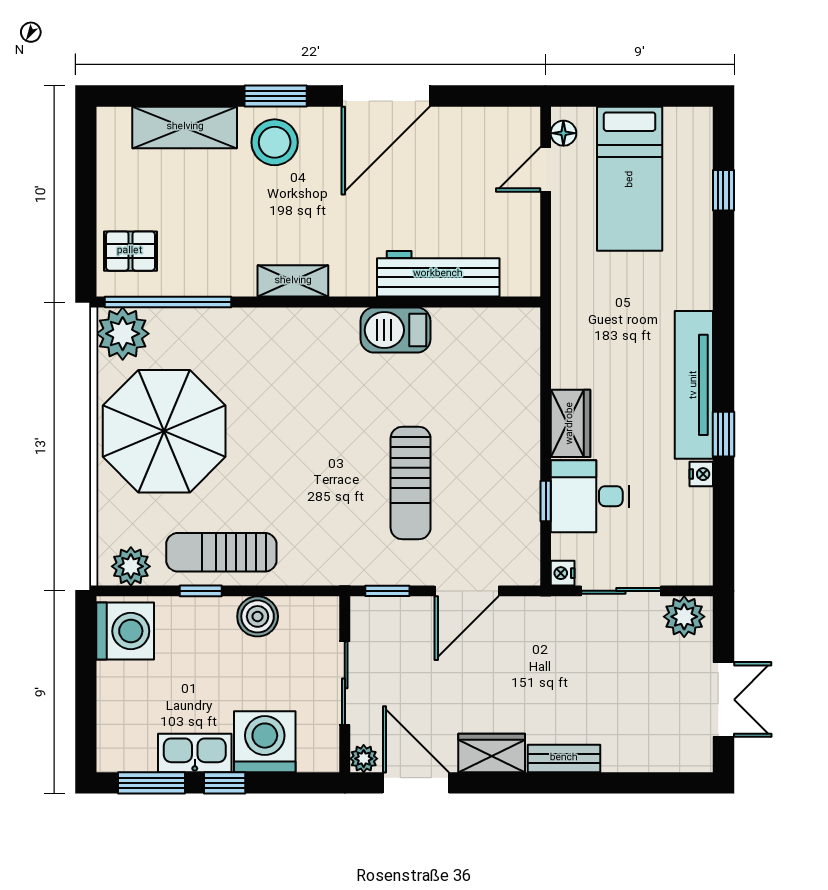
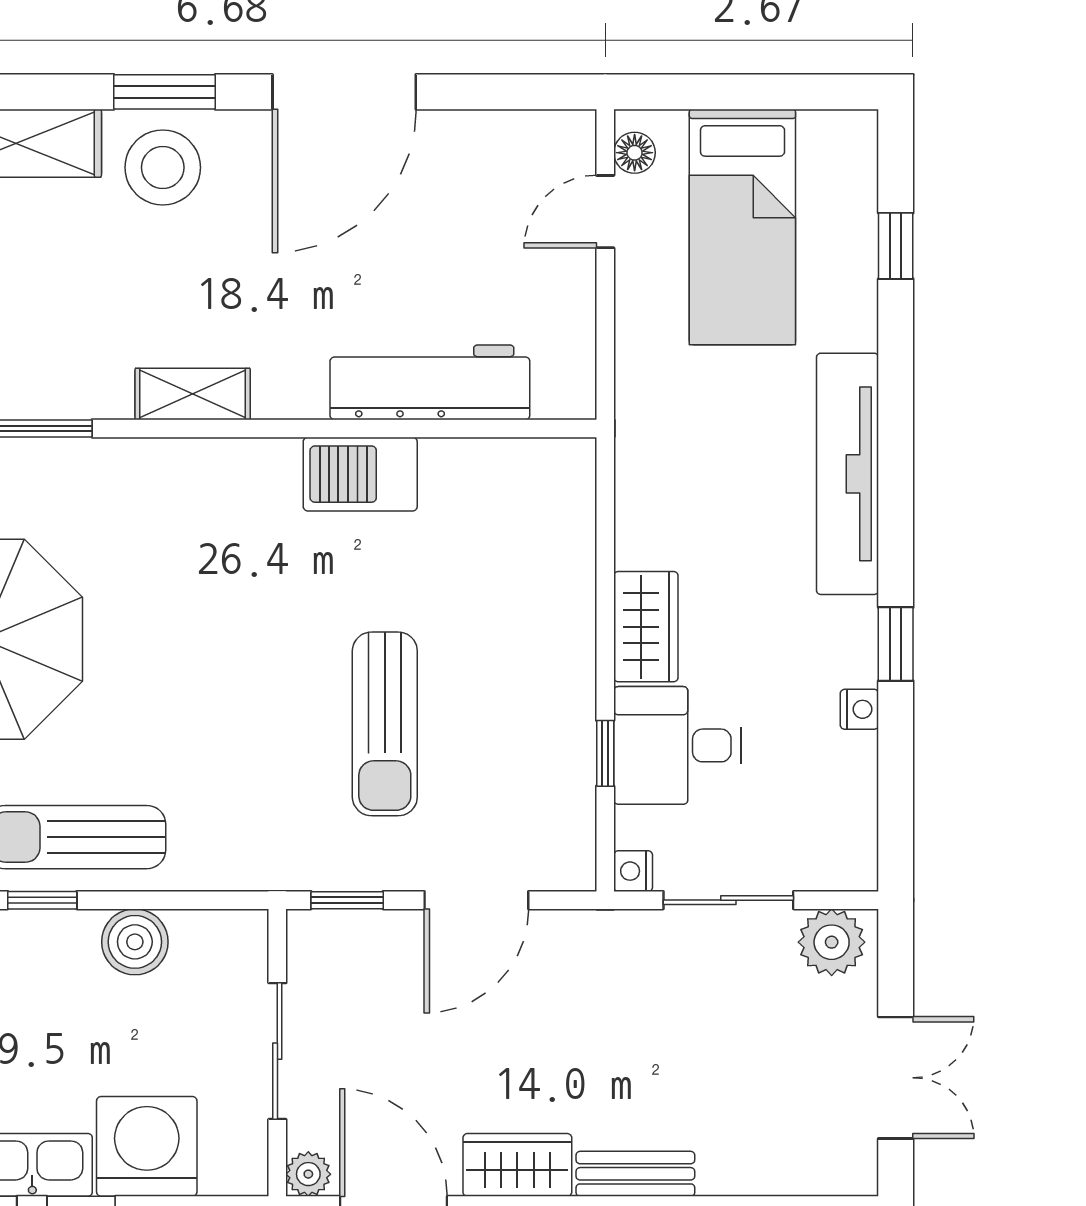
tv unit: (694, 385) -> (848, 474), moved

